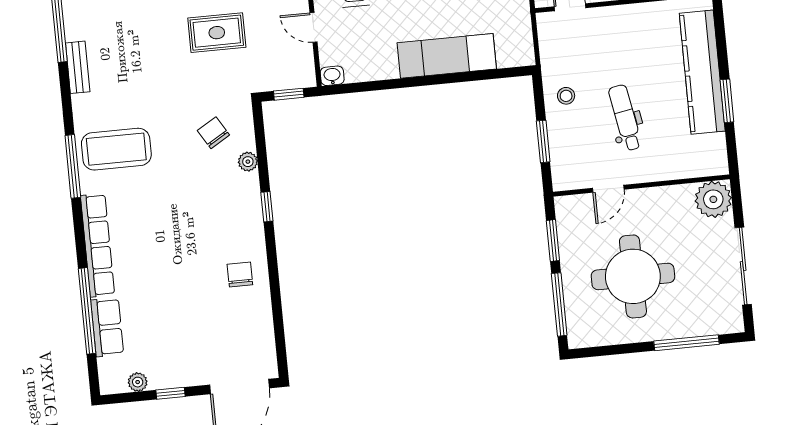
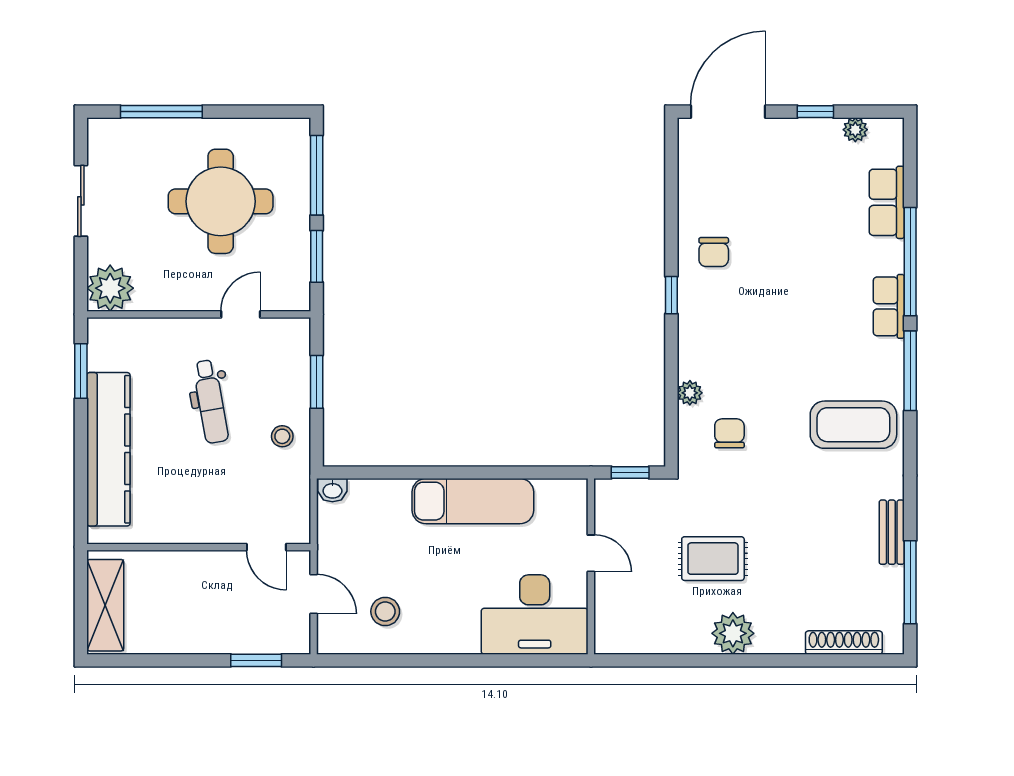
exam couch: (447, 56) -> (473, 501), moved
washbasin: (332, 76) -> (332, 490), moved
window: (727, 101) -> (81, 371), moved
chair: (213, 133) -> (729, 433), turned -149
window: (73, 166) -> (910, 371), moved
window: (267, 207) -> (671, 295), moved
row of seats: (98, 245) -> (889, 306), width x0.50
sliding door: (743, 266) -> (81, 201), width x0.73
window: (87, 311) -> (910, 262), moved

